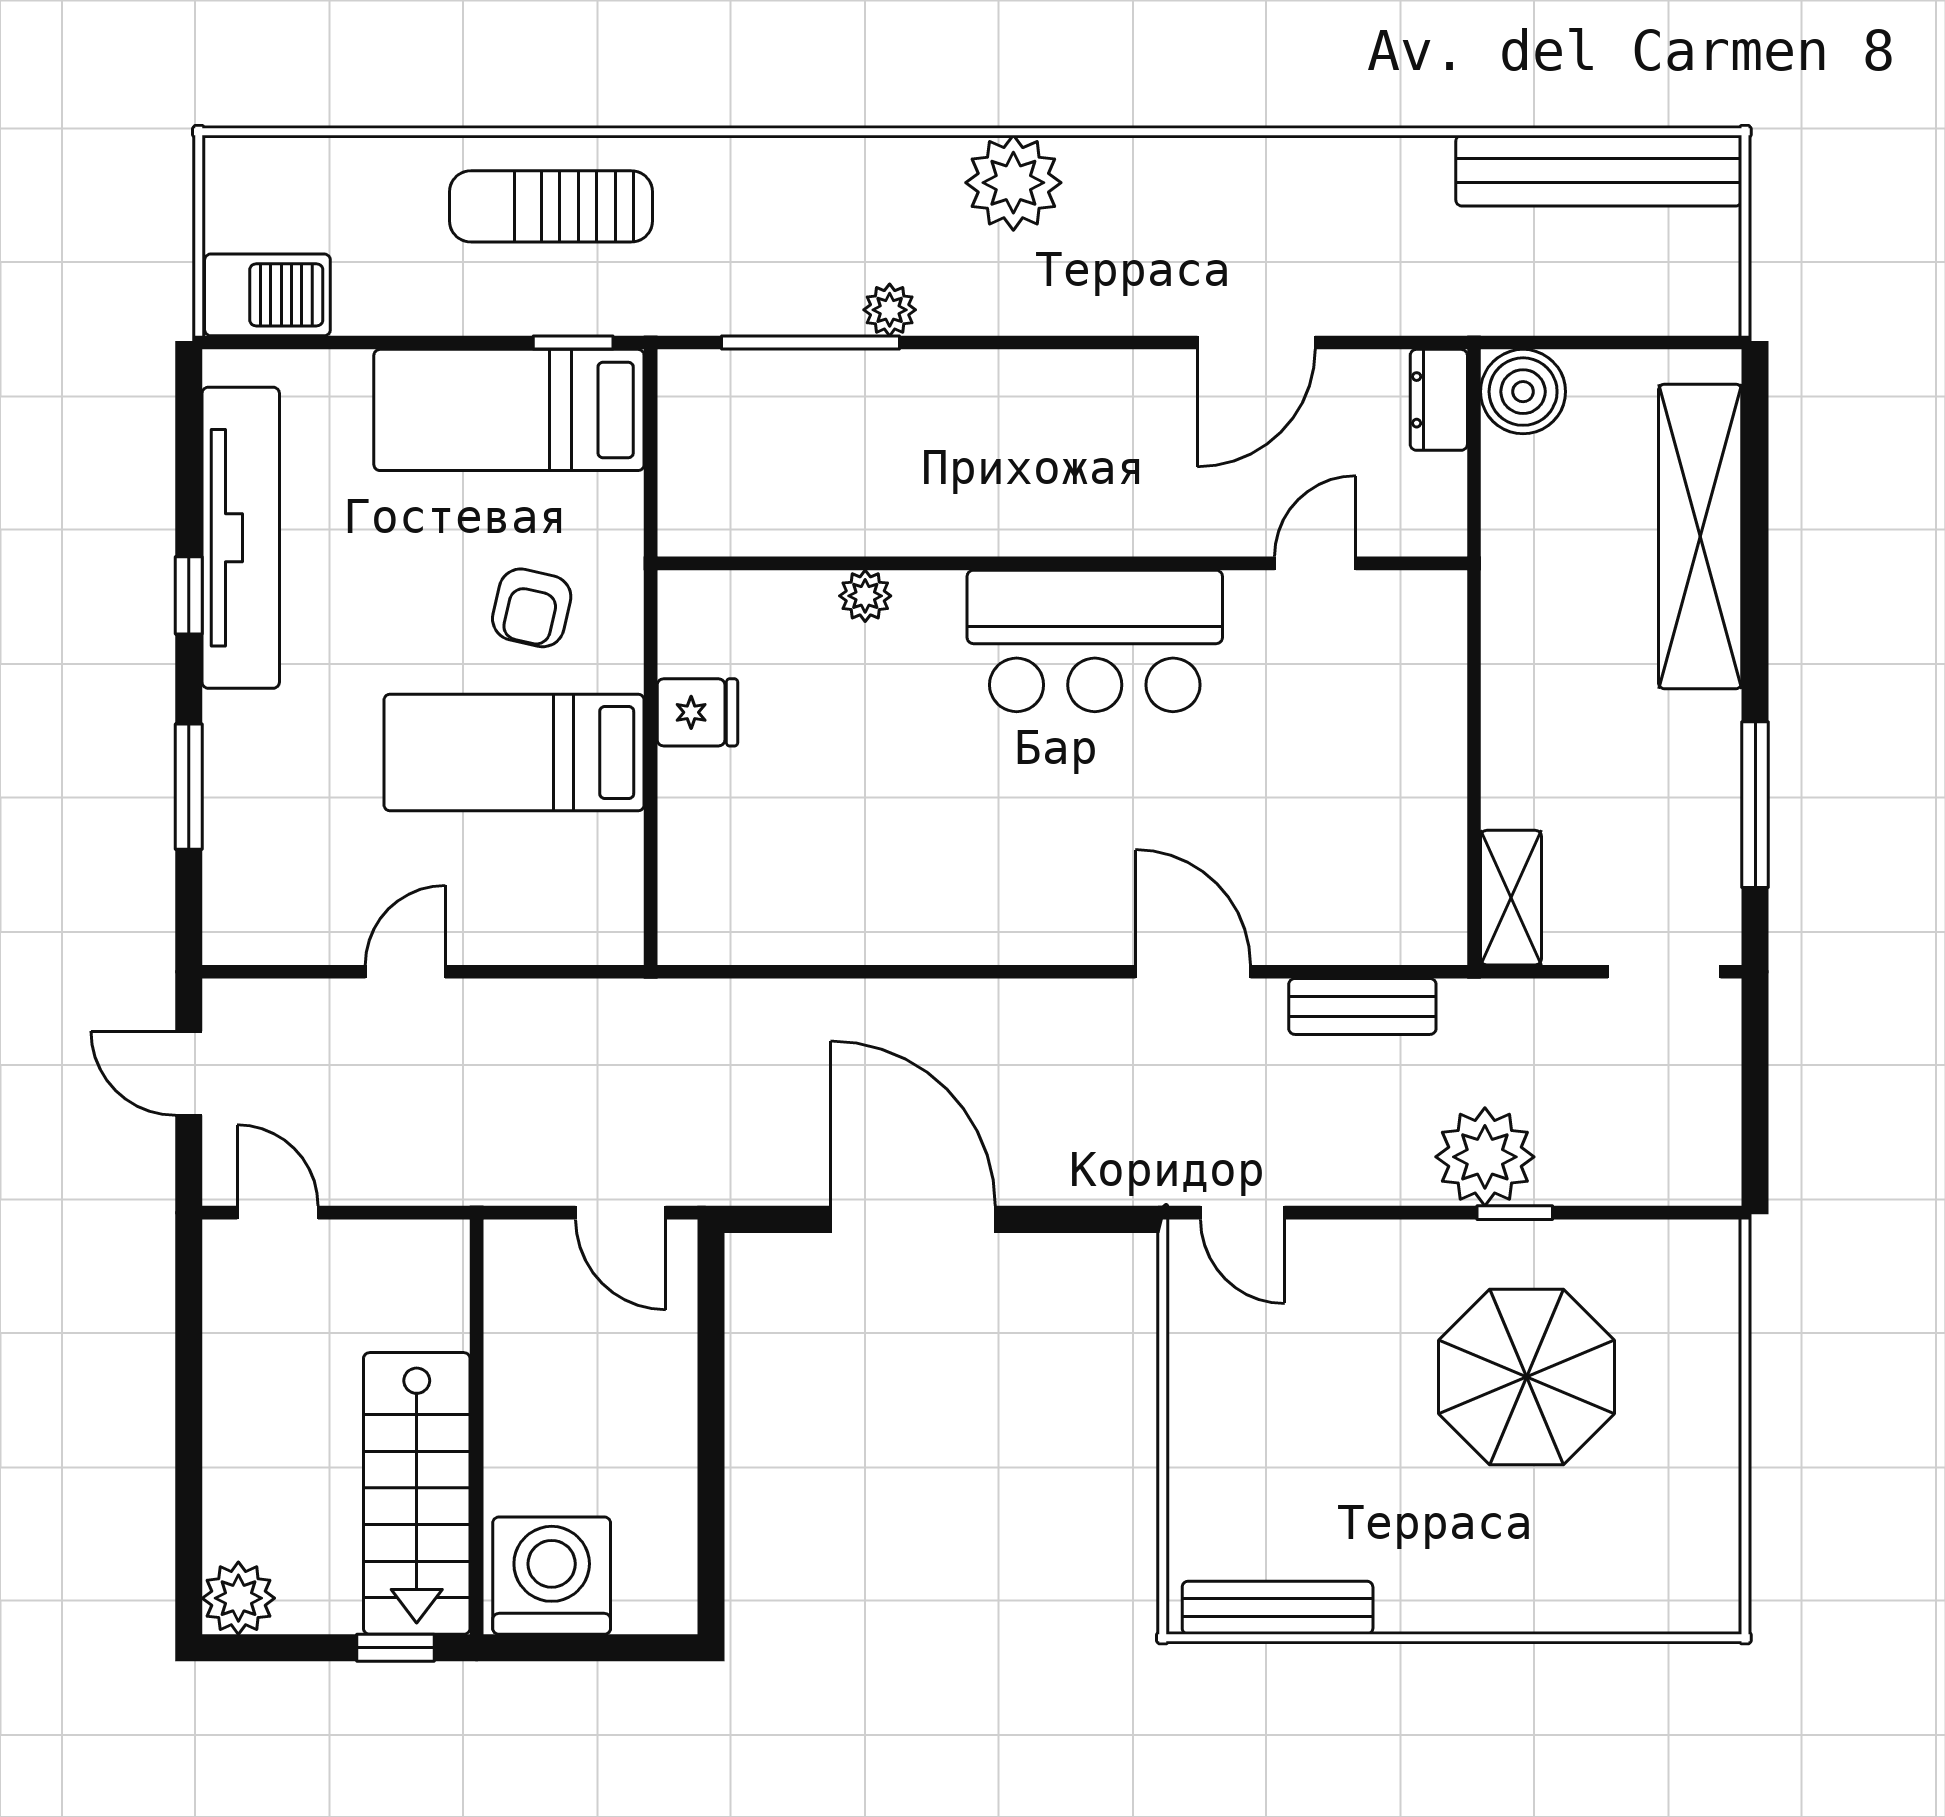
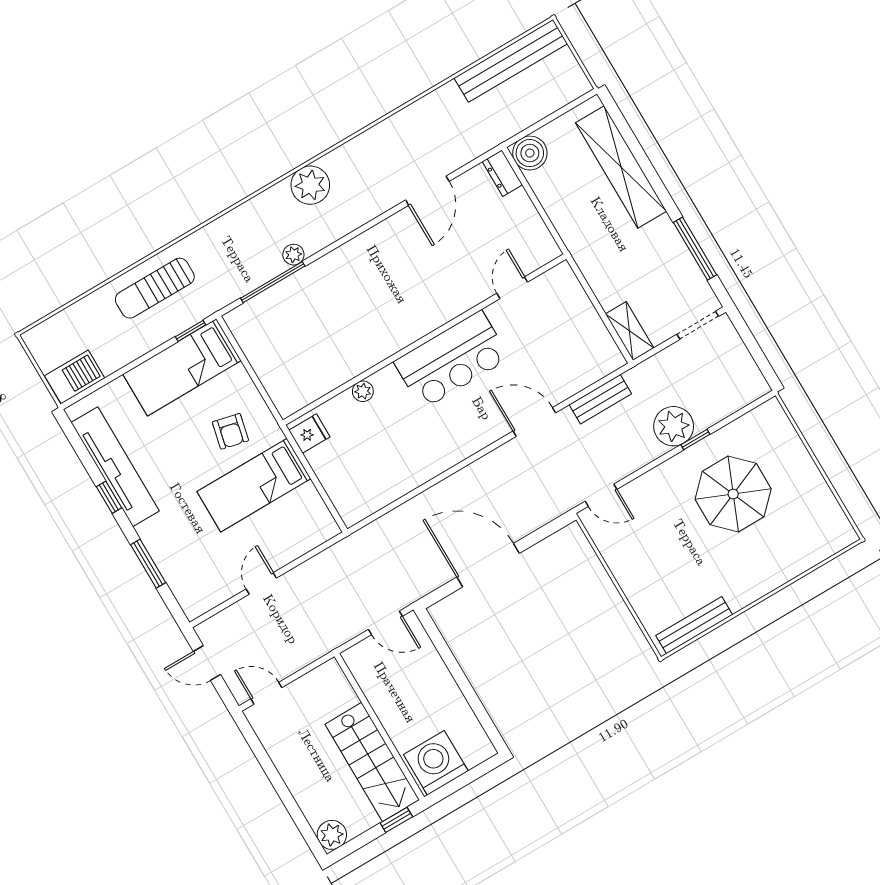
wall: (1062, 563) -> (425, 340), moved
door: (1315, 563) -> (512, 288), moved
plant: (865, 596) -> (363, 391), moved
bar counter: (1095, 641) -> (452, 360), moved

